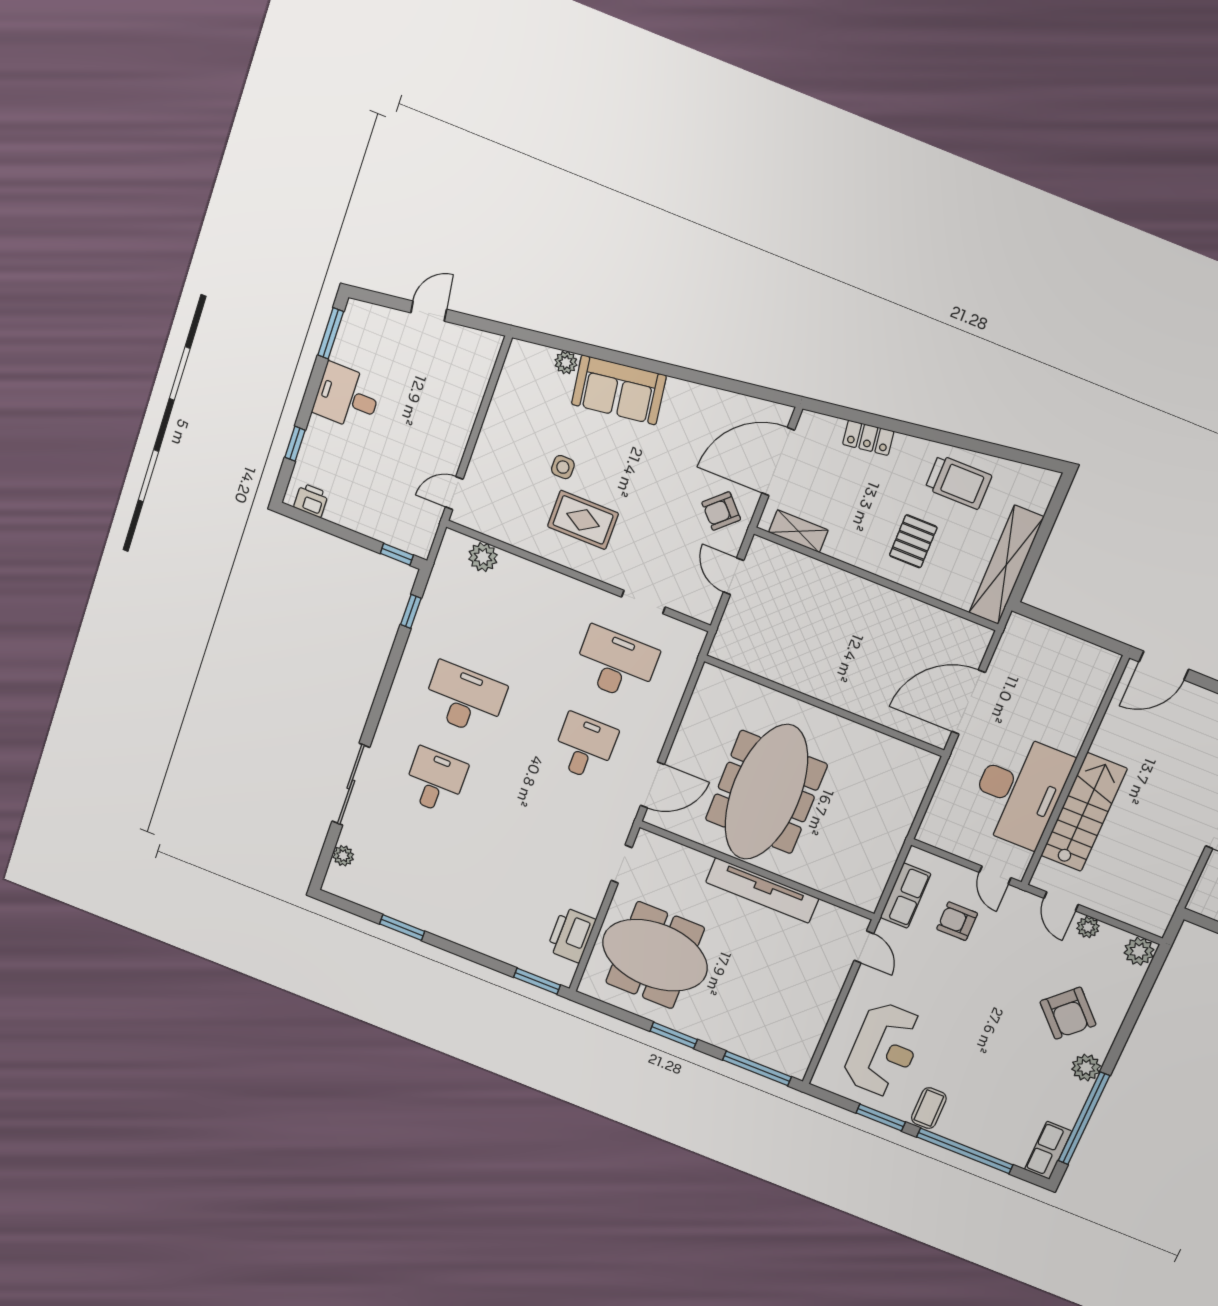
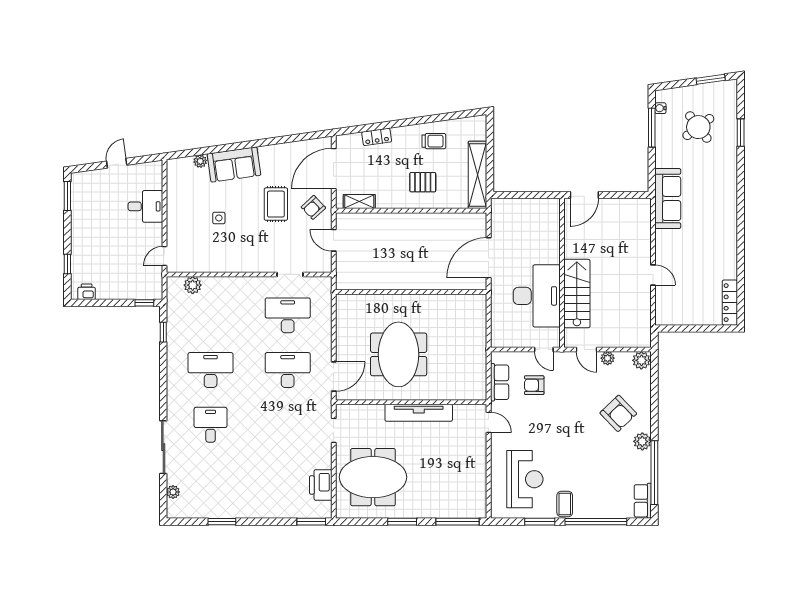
desk: (347, 397) -> (145, 206), moved, turned 180
trolley: (958, 482) -> (434, 141), width x0.73, depth x0.72
rug: (583, 520) -> (276, 204), moved, turned 90
pallet: (913, 541) -> (423, 182), turned 90
desk: (585, 747) -> (288, 370), width x1.37
meeting table: (766, 792) -> (399, 354), width x0.73

